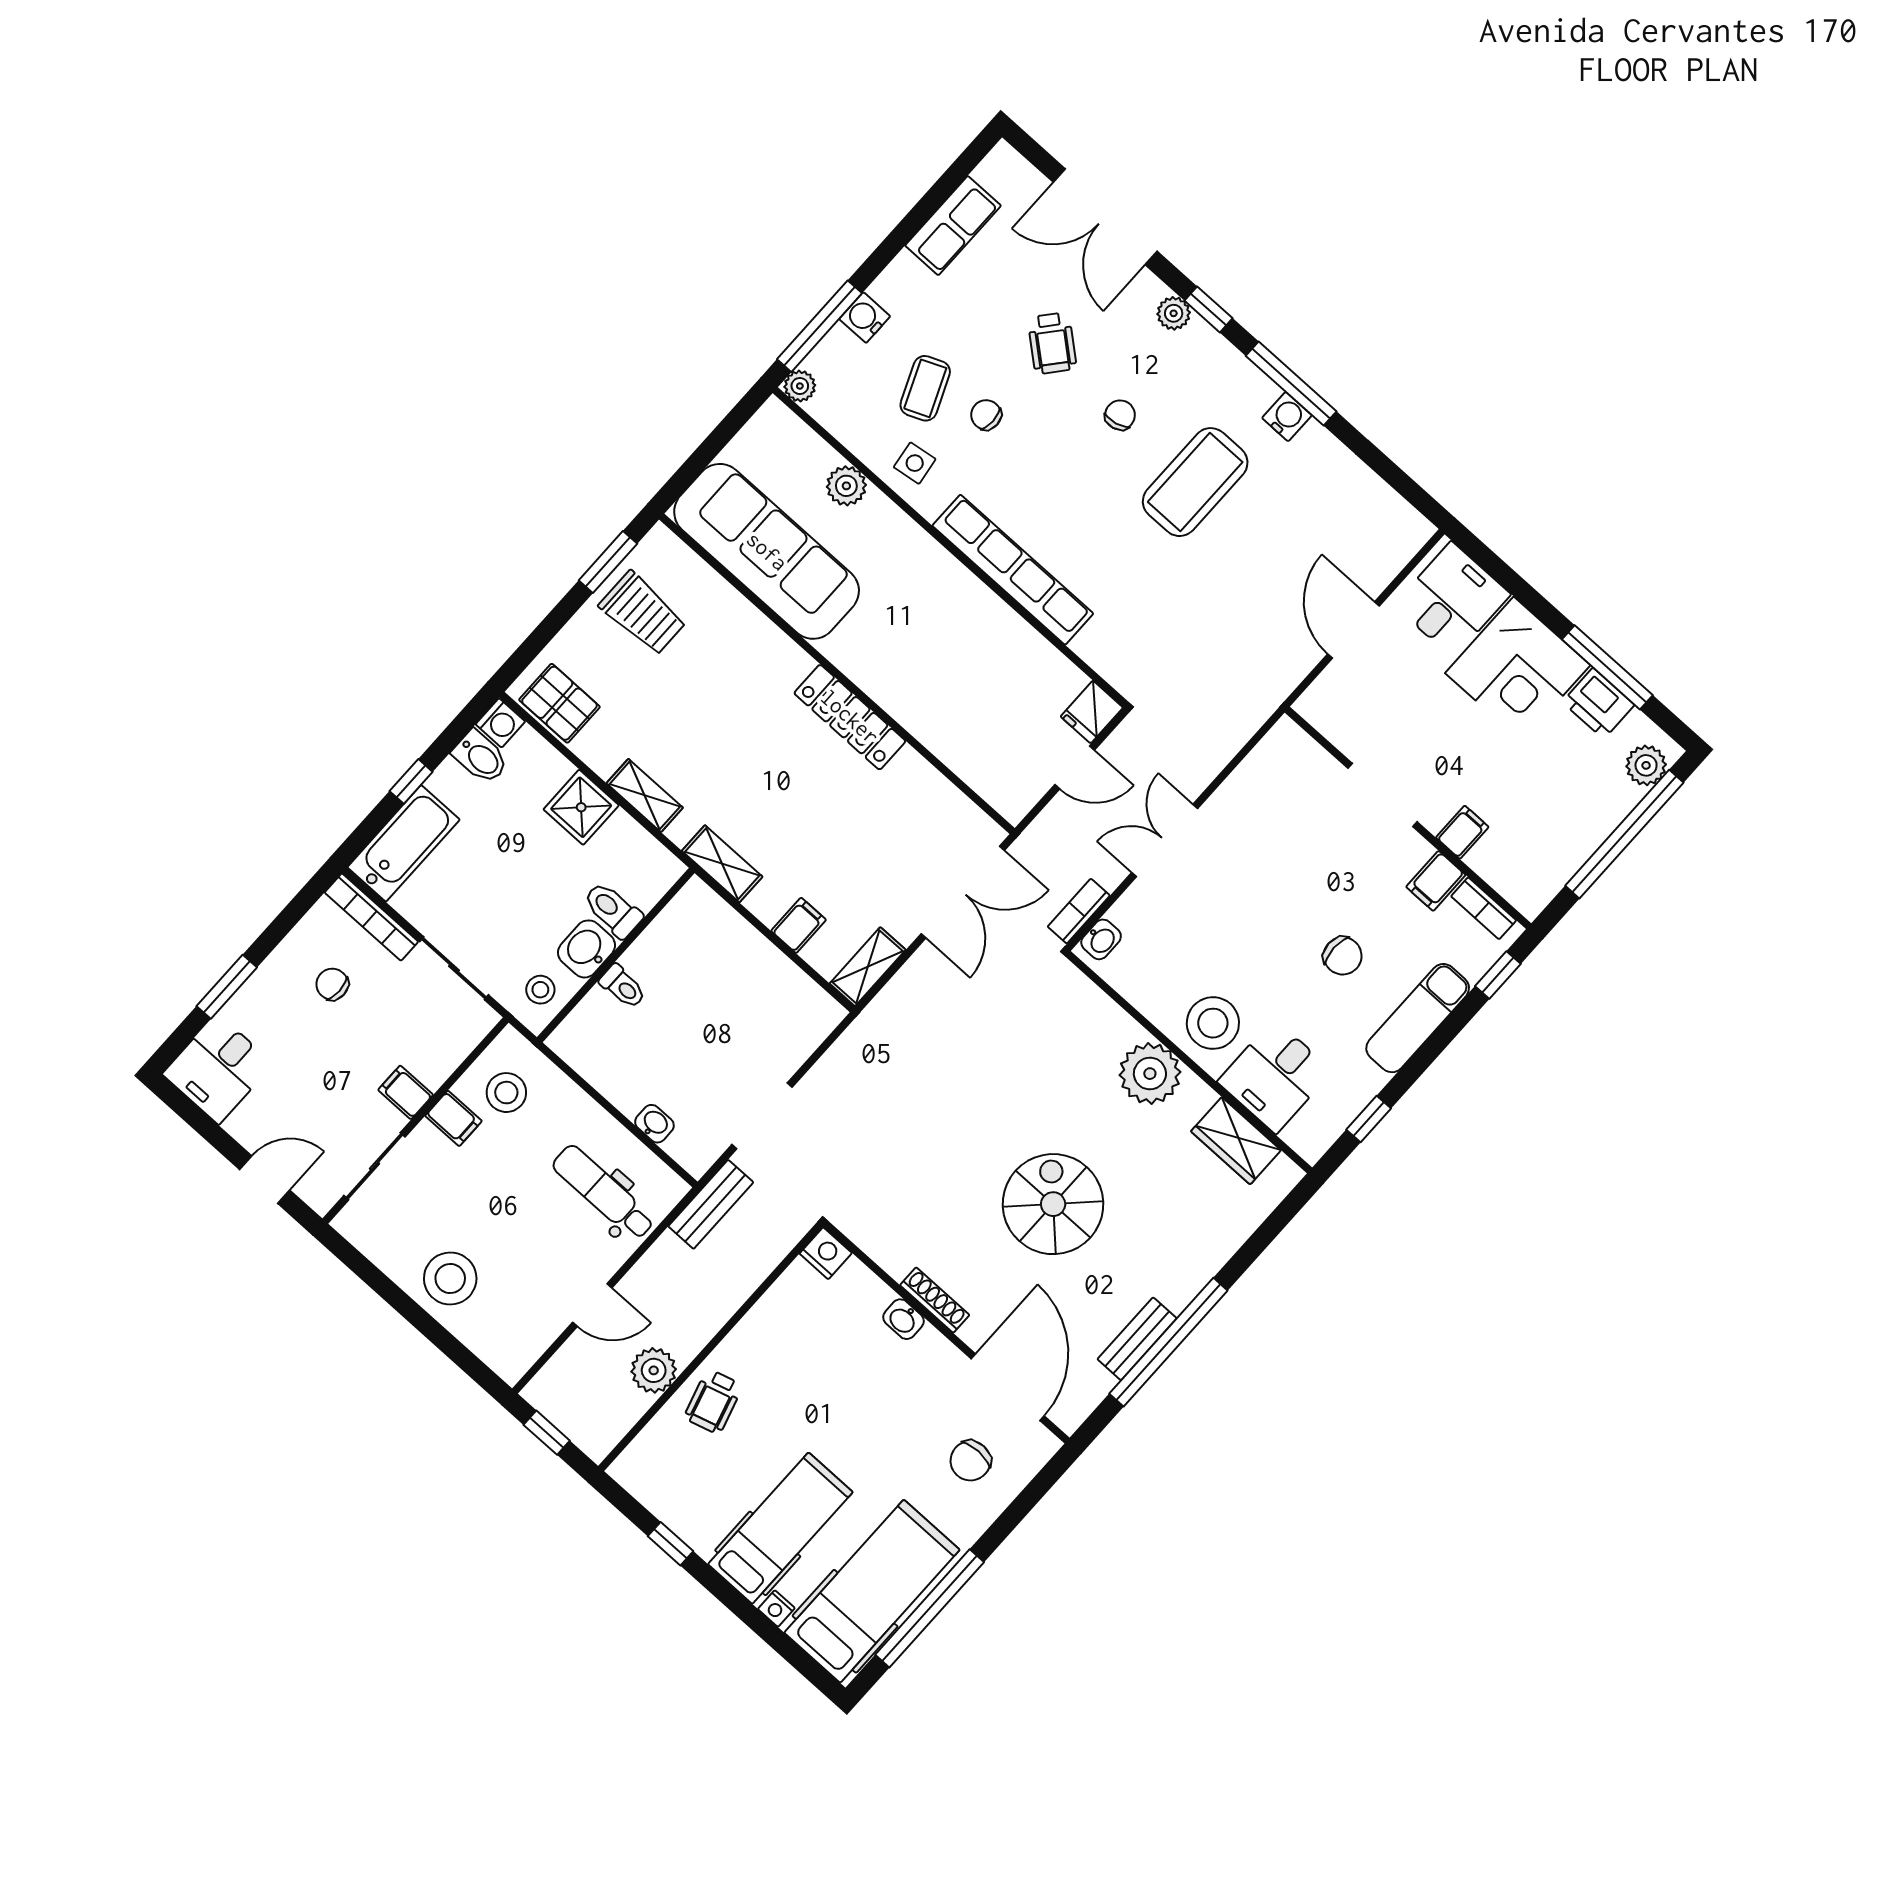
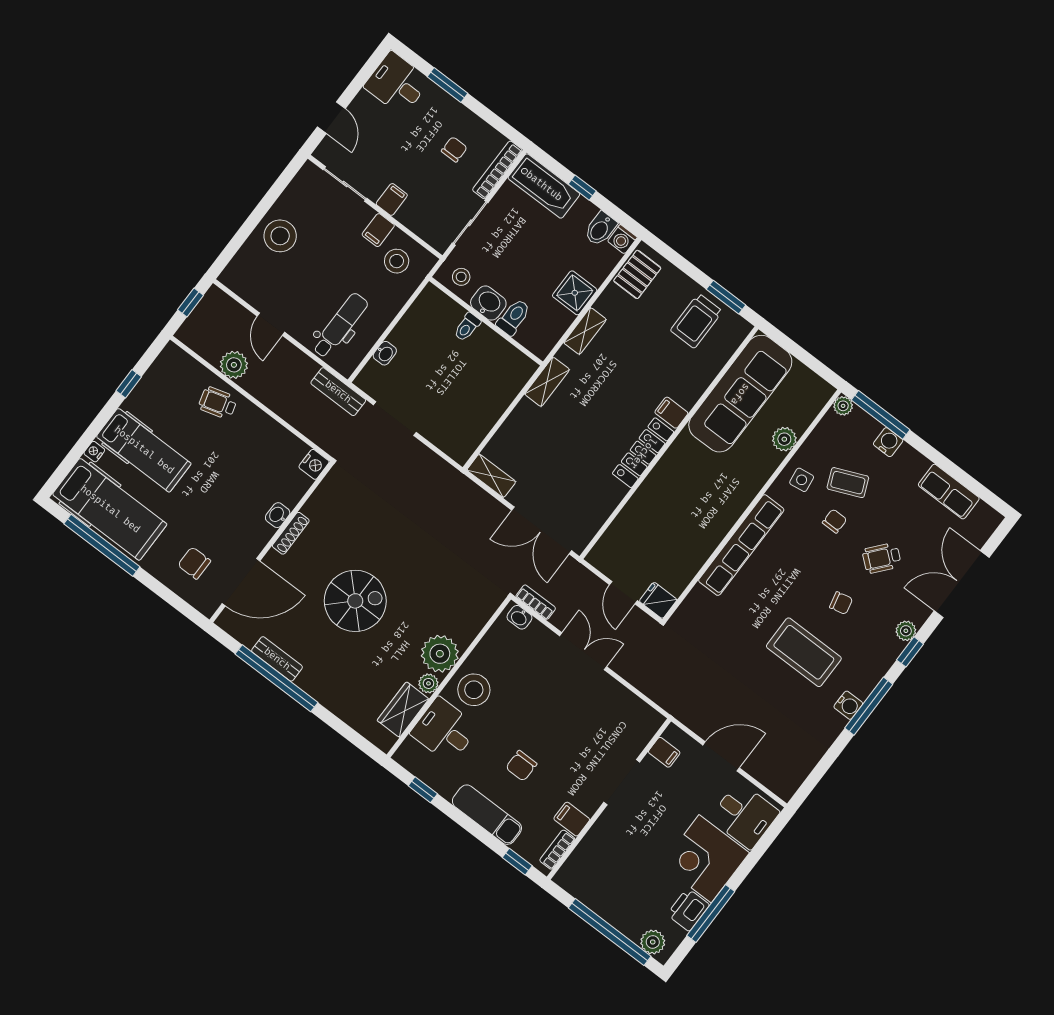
filing cabinet: (1462, 832) -> (664, 752), moved
filing cabinet: (799, 925) -> (671, 413), moved, turned 180
plant: (1197, 1096) -> (428, 683), added

